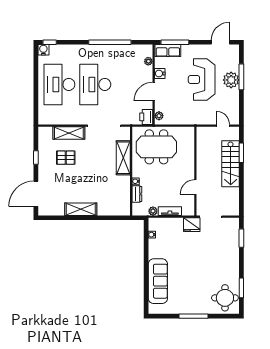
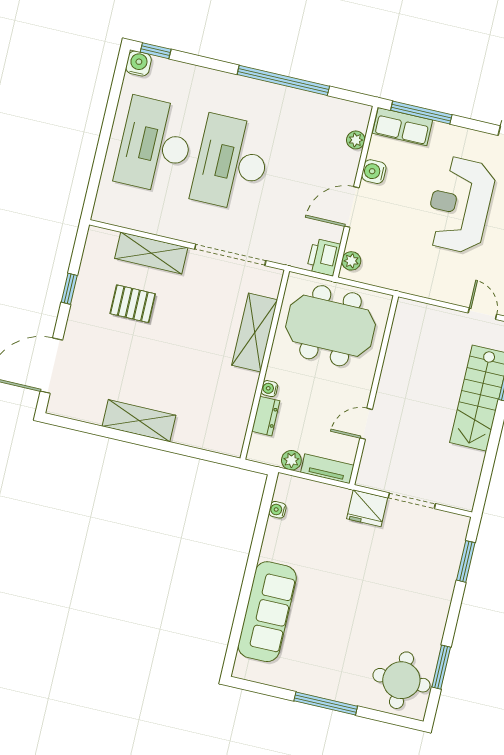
wall: (195, 171) -> (374, 390), moved
door: (195, 187) -> (366, 424), moved

